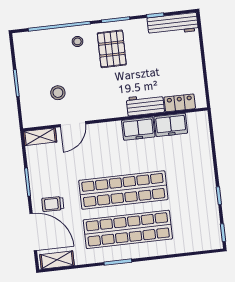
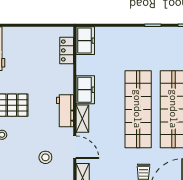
workbench: (145, 105) -> (65, 111), moved
freezer: (171, 125) -> (85, 41), moved
shelving: (106, 129) -> (82, 119), added

